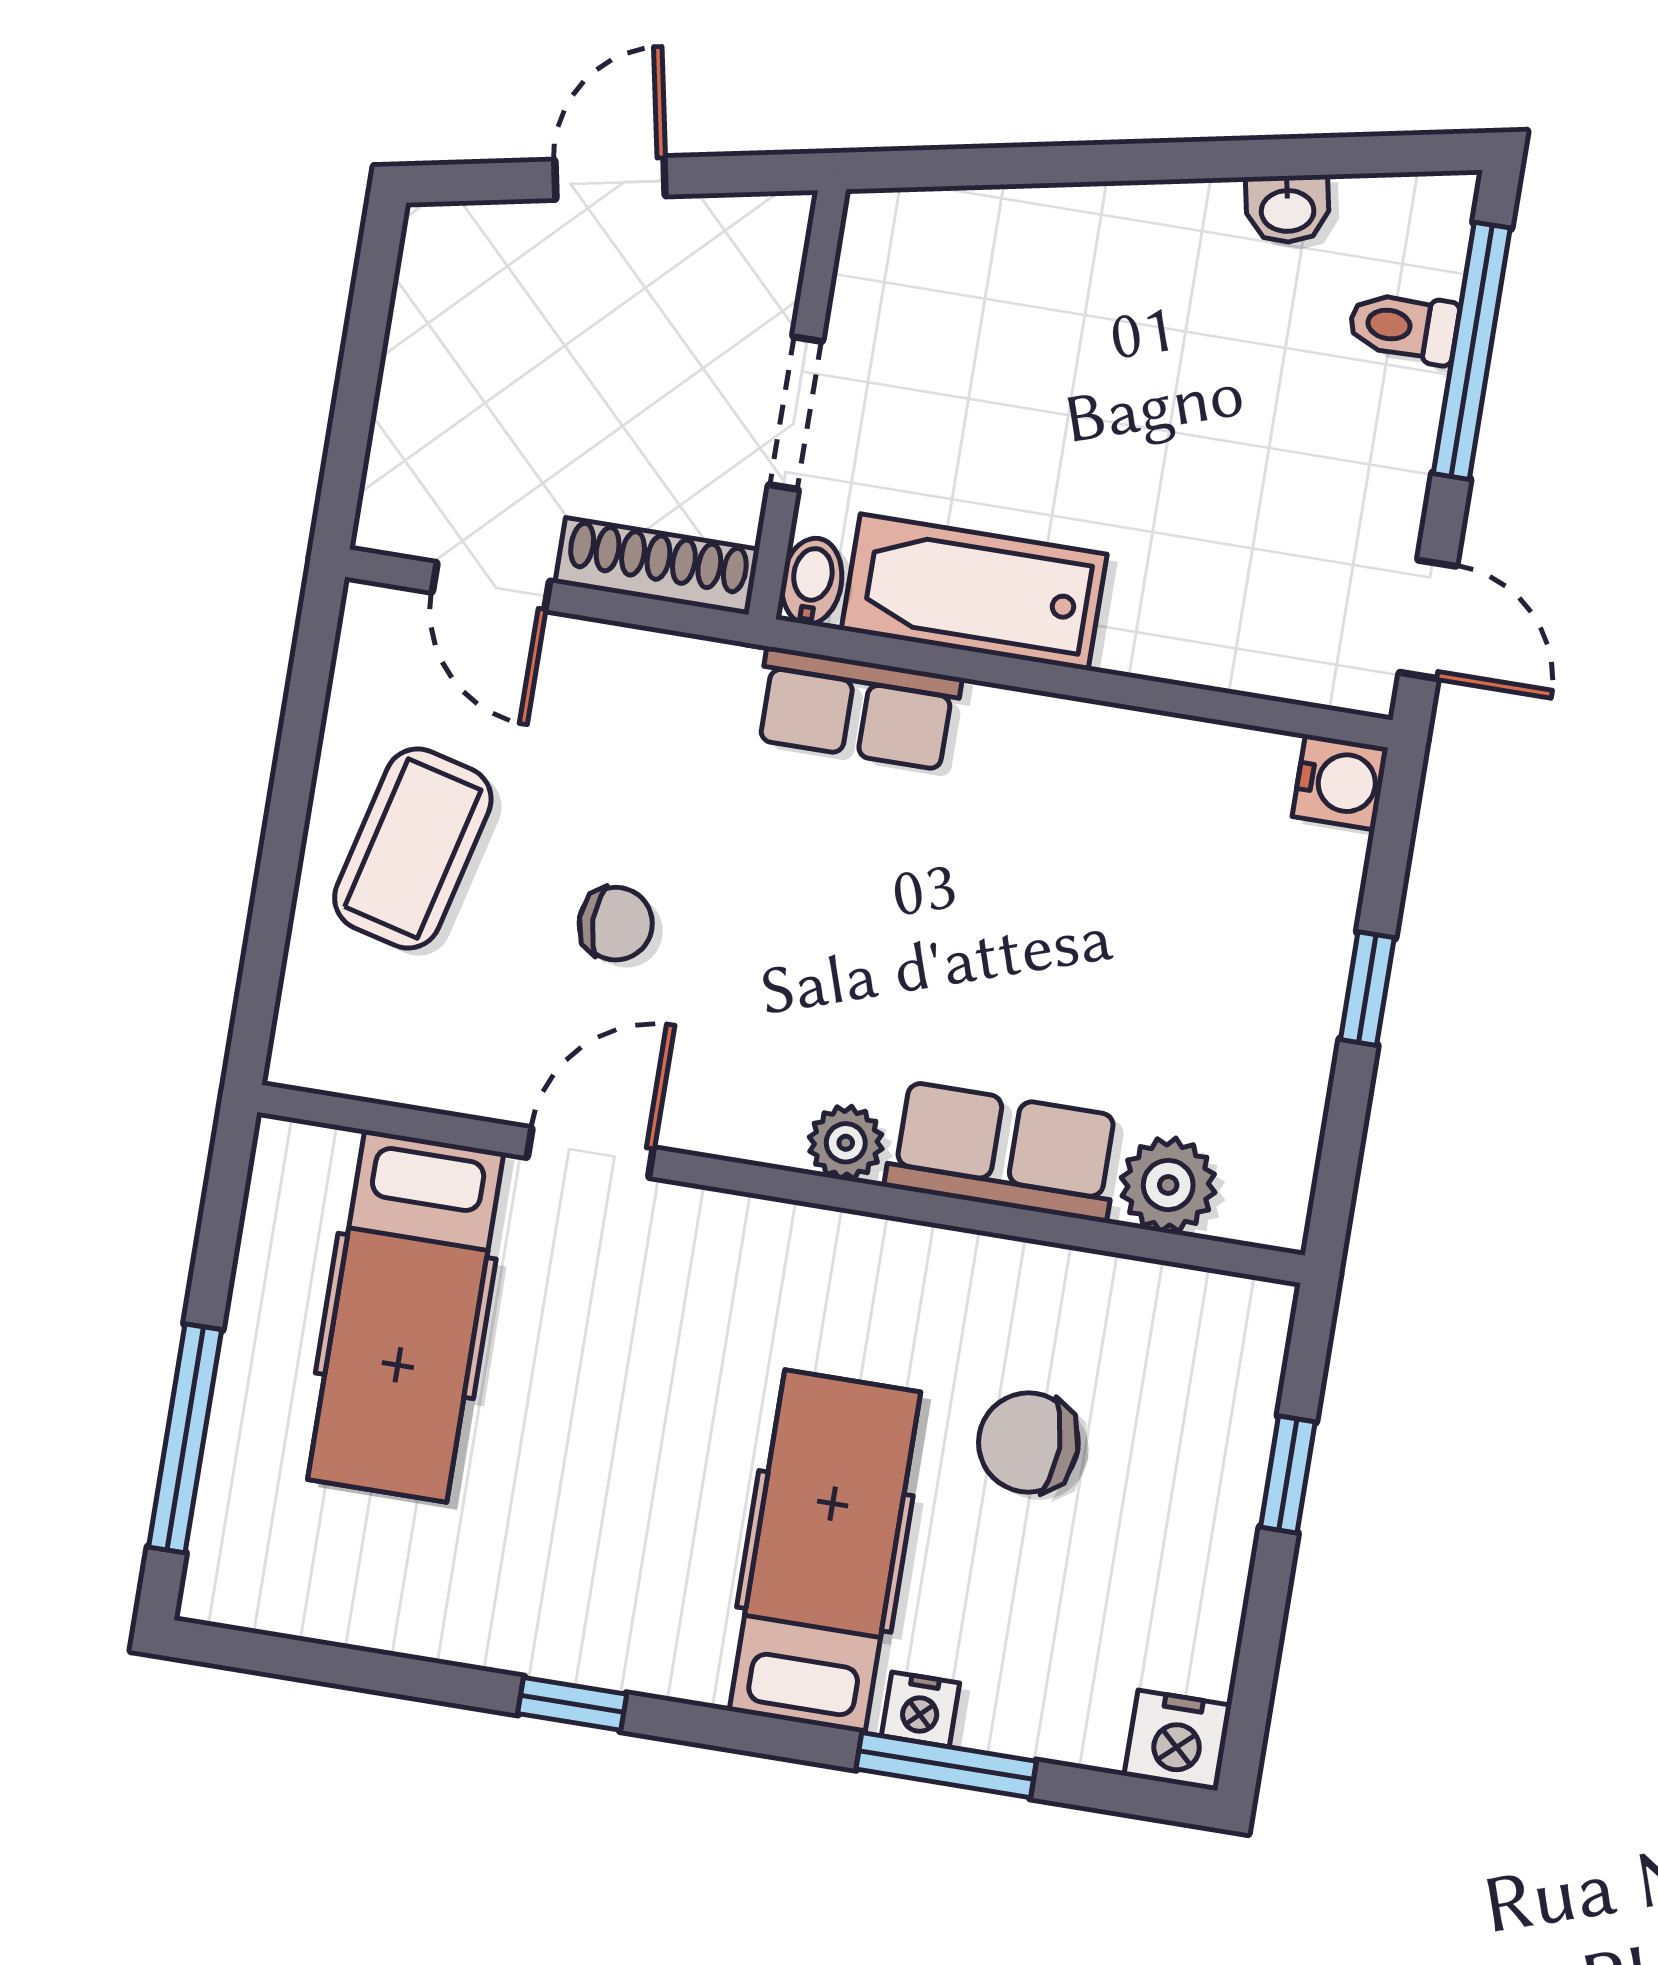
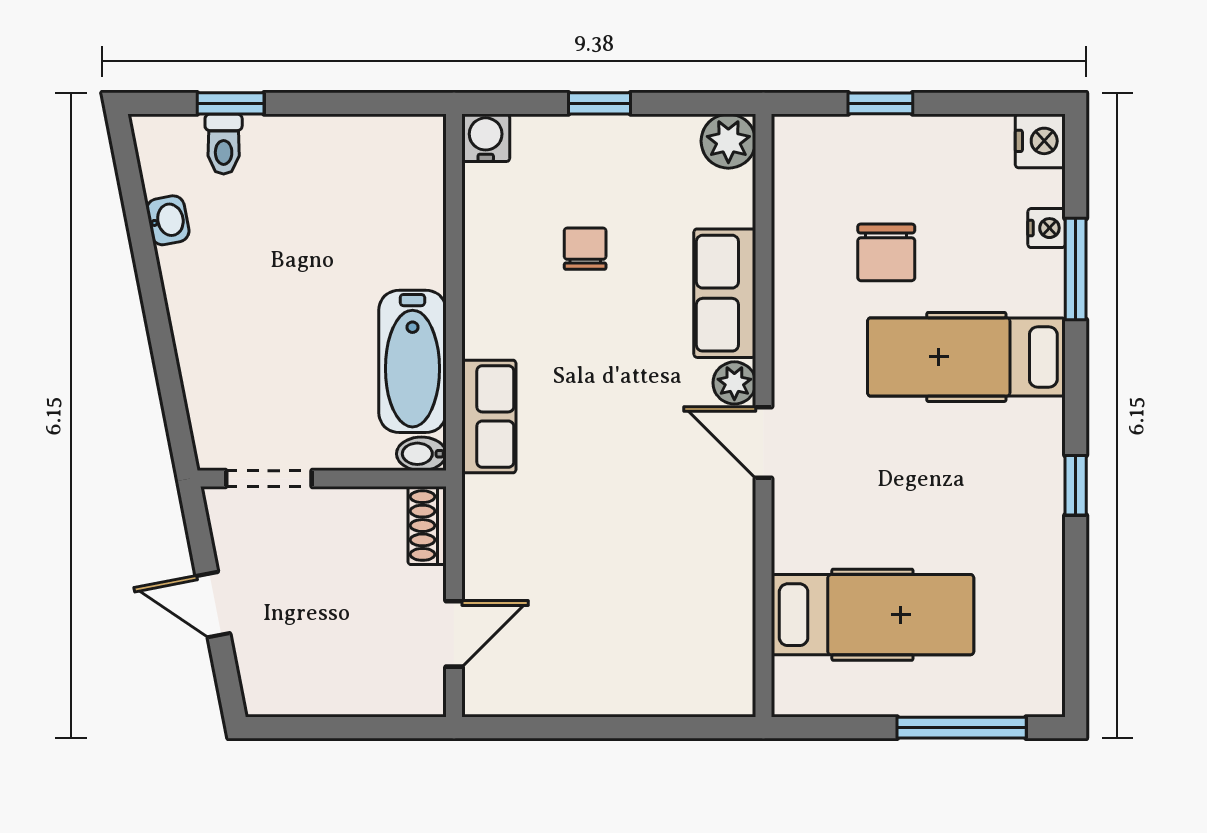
window: (1472, 351) -> (231, 103), width x0.46
doorway: (795, 413) -> (269, 478), moved
shoe rack: (657, 566) -> (427, 526), width x0.70
door: (1428, 619) -> (386, 103), removed
coffee table: (413, 848) -> (609, 654), removed
chair: (616, 924) -> (585, 249), moved
door: (590, 1153) -> (763, 442), moved
plant: (1168, 1185) -> (728, 141), moved
nightstand: (920, 1709) -> (1047, 228), moved

